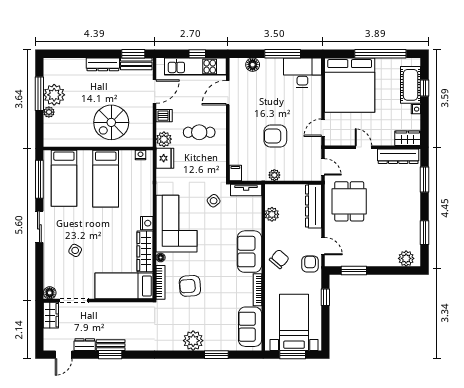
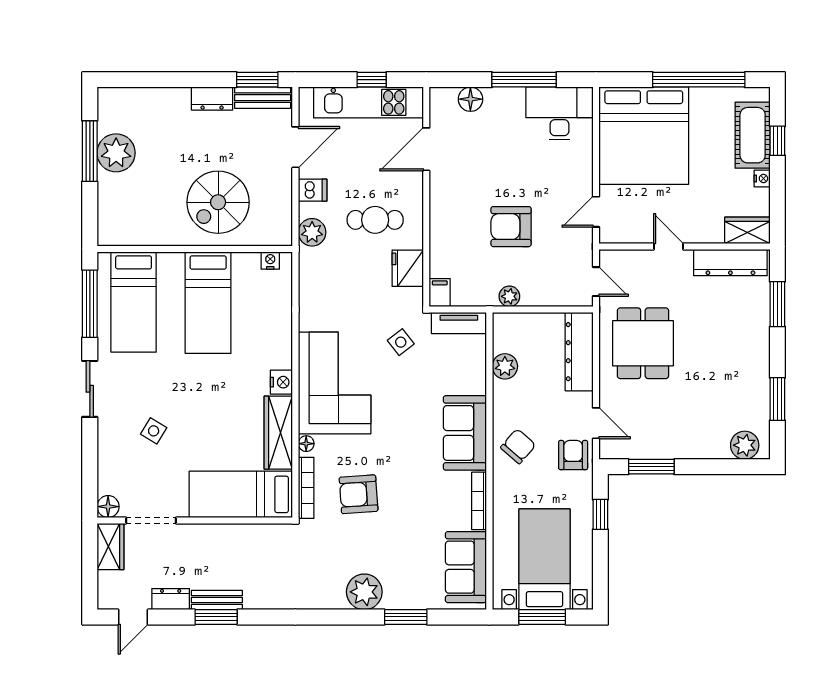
dresser: (103, 64) -> (212, 99), width x0.70
plant: (49, 112) -> (107, 184), removed
fridge: (165, 158) -> (408, 268), moved, turned 180

